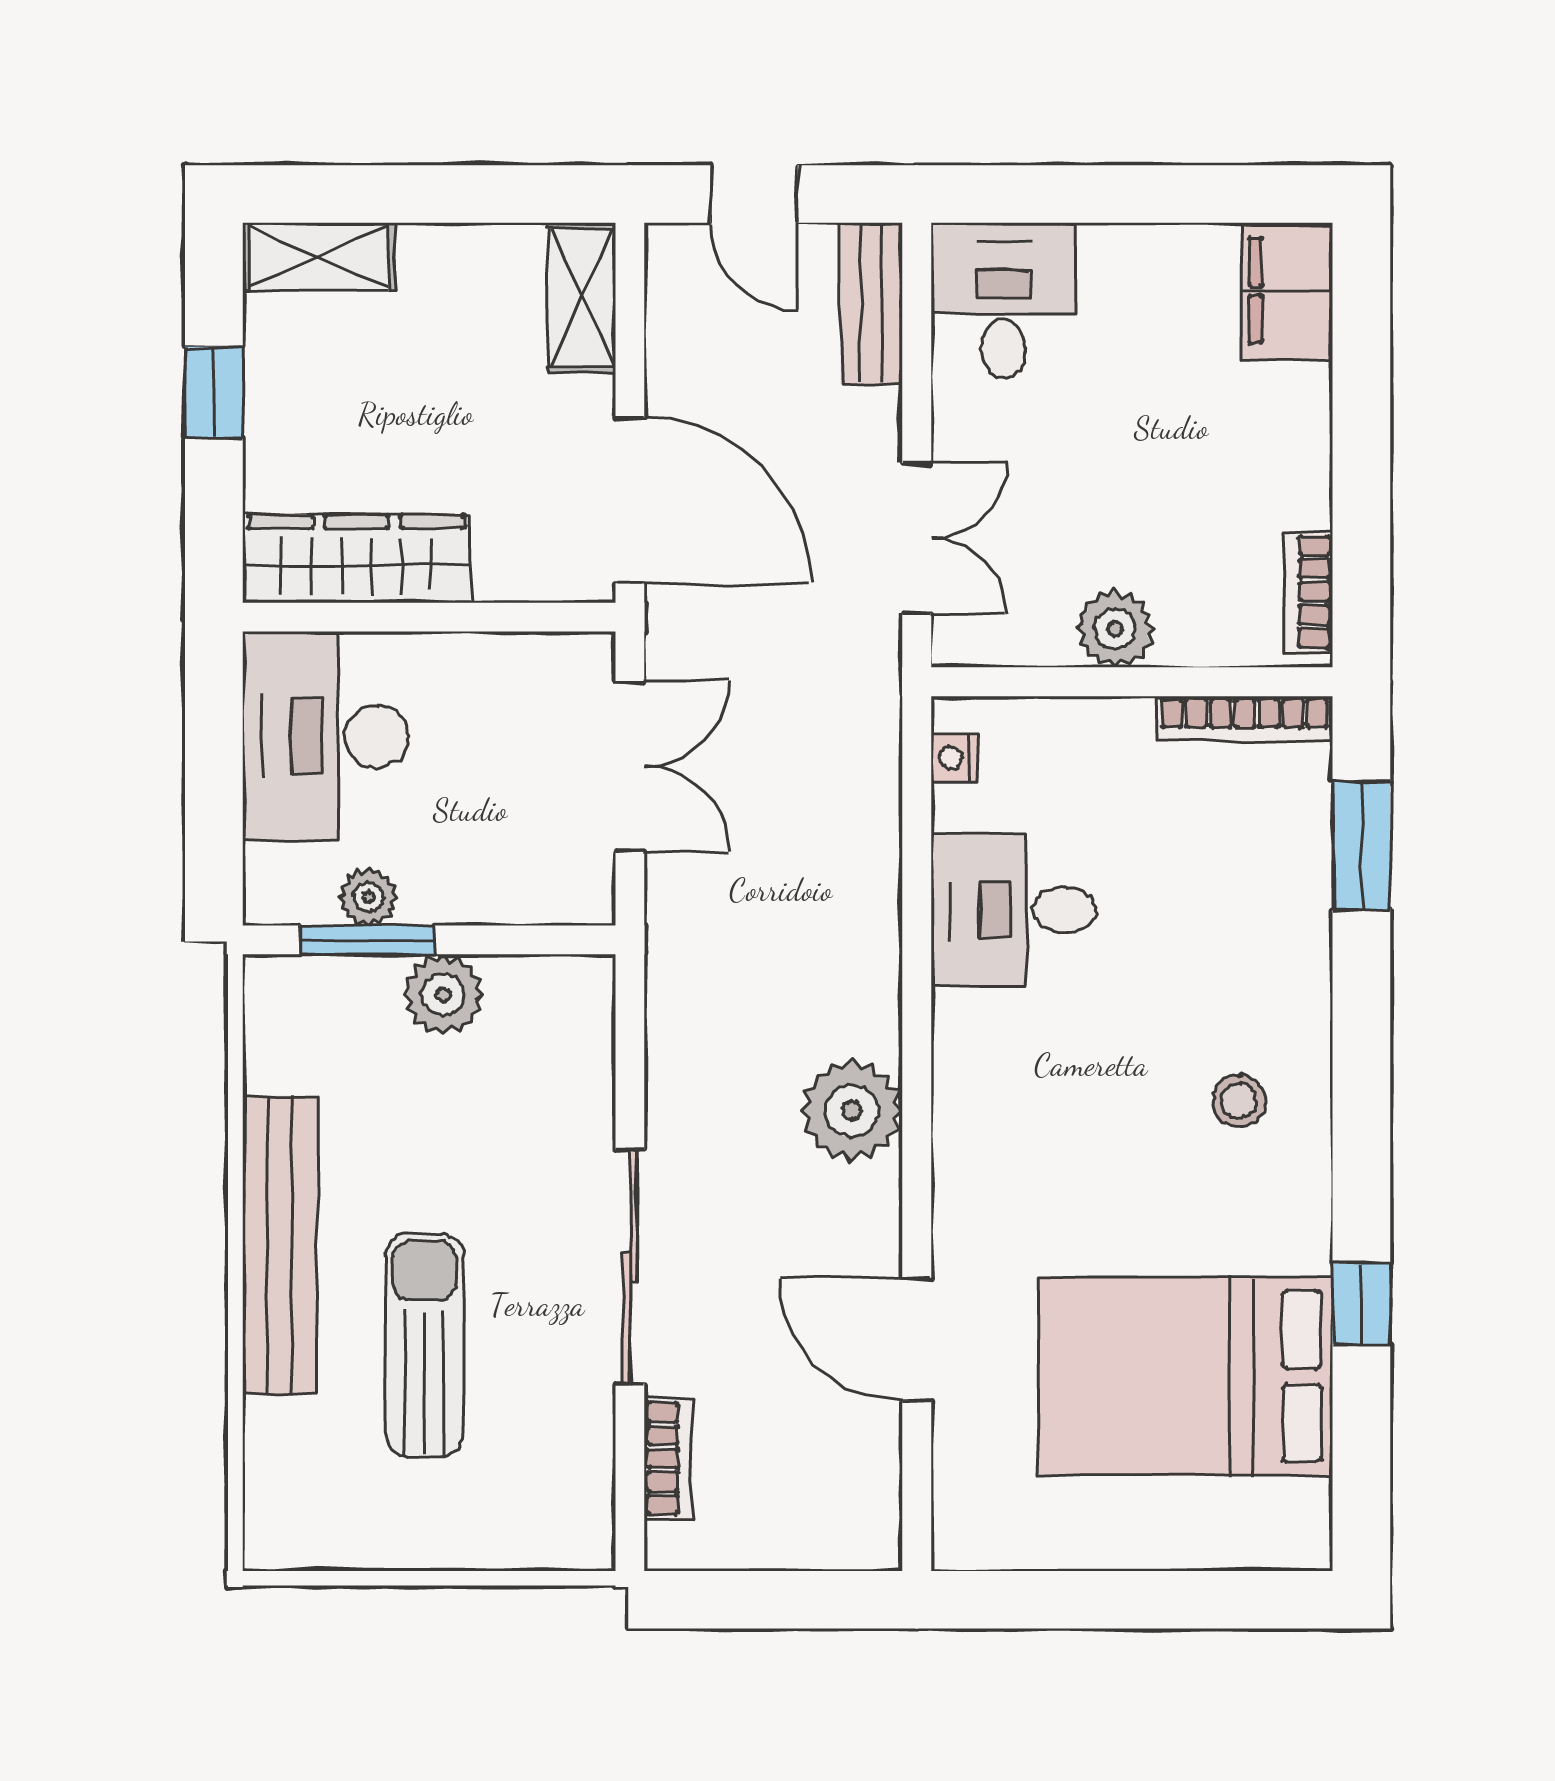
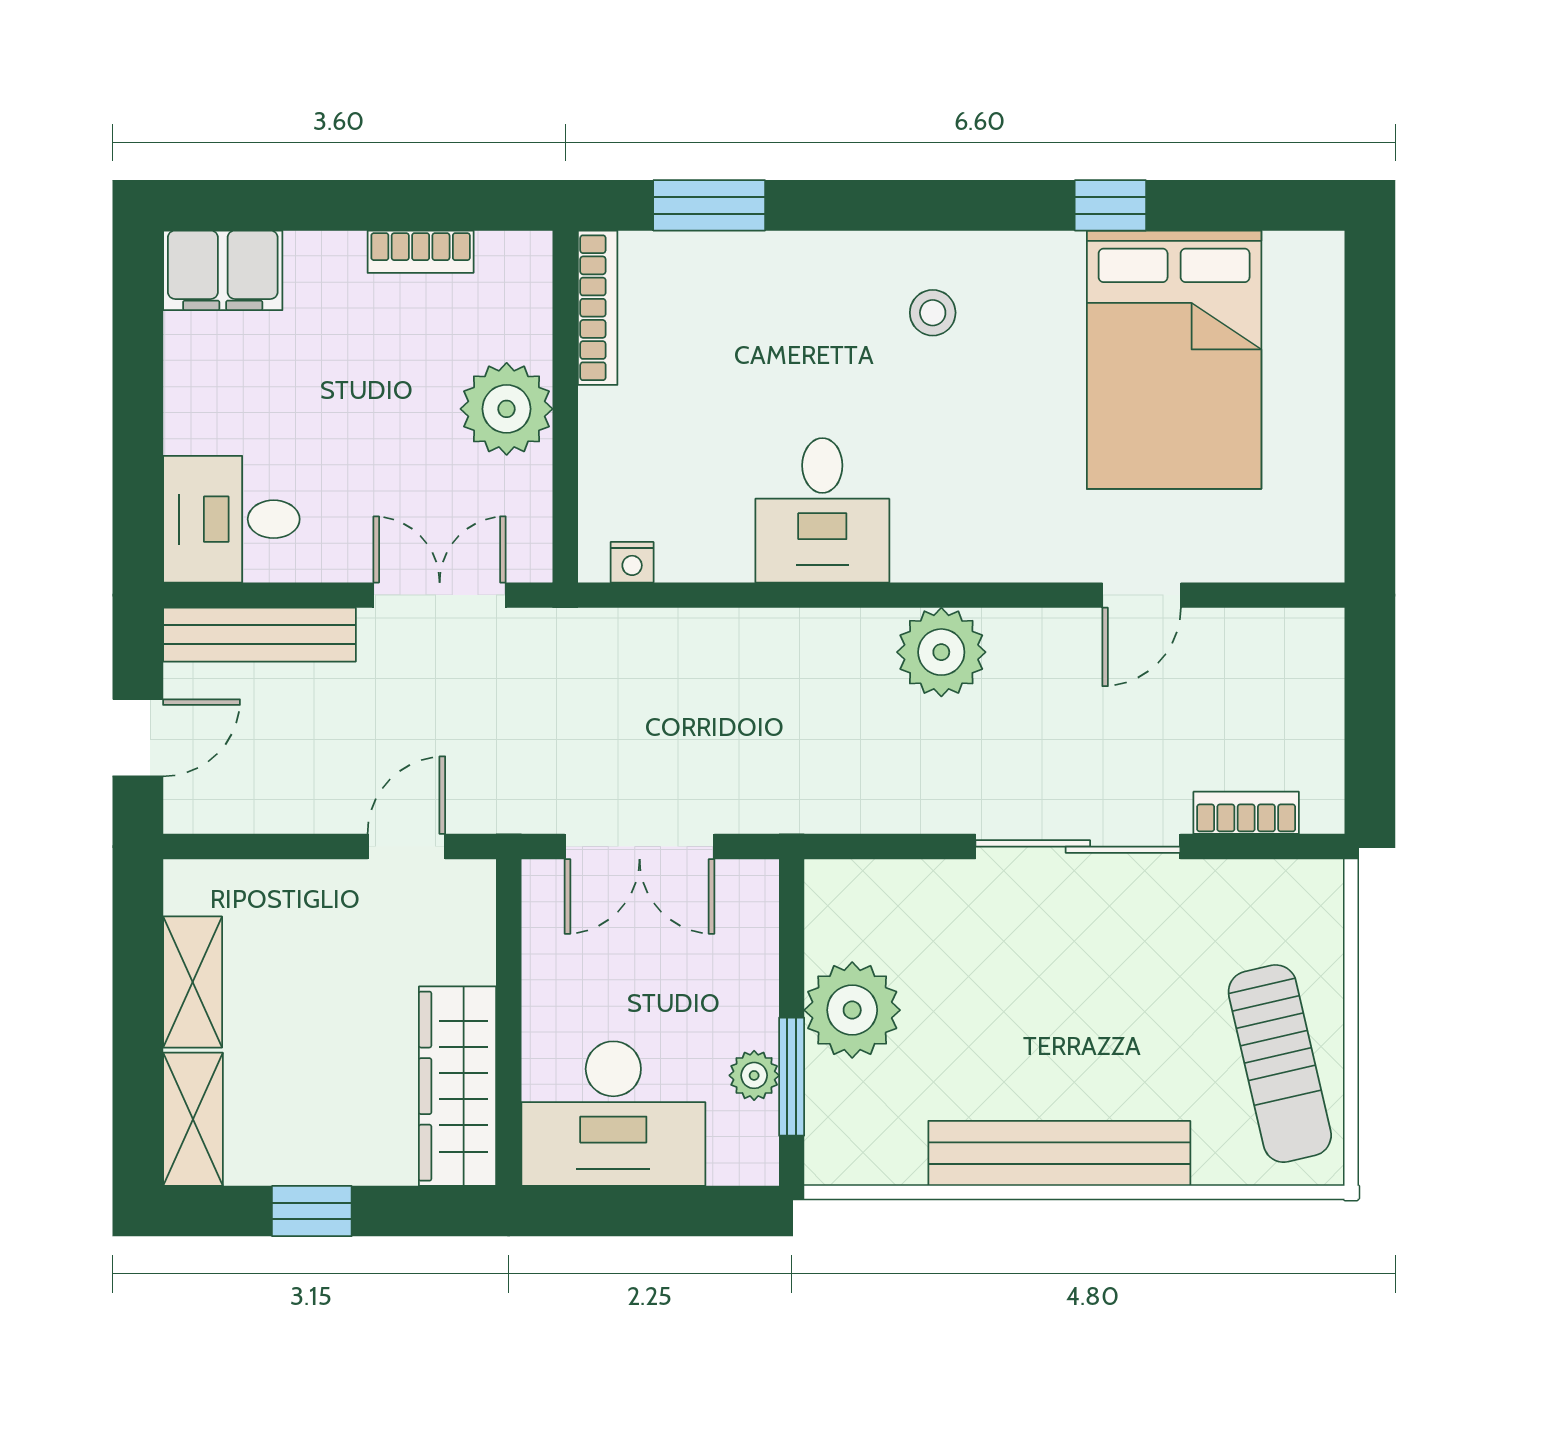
shelving: (582, 298) -> (193, 982), moved, turned 90
bench: (872, 303) -> (259, 635), width x1.36
door: (630, 500) -> (406, 847), width x0.53
bookcase: (1309, 592) -> (421, 252), moved
plant: (1115, 629) -> (507, 409), width x1.36, depth x1.36
double door: (630, 766) -> (640, 847), swing flipped
desk: (1014, 910) -> (822, 510), moved
plant: (443, 994) -> (852, 1010), width x1.36, depth x1.36
door: (917, 1339) -> (1142, 595), width x0.73
sun lounger: (424, 1345) -> (1280, 1064), moved, turned -103

